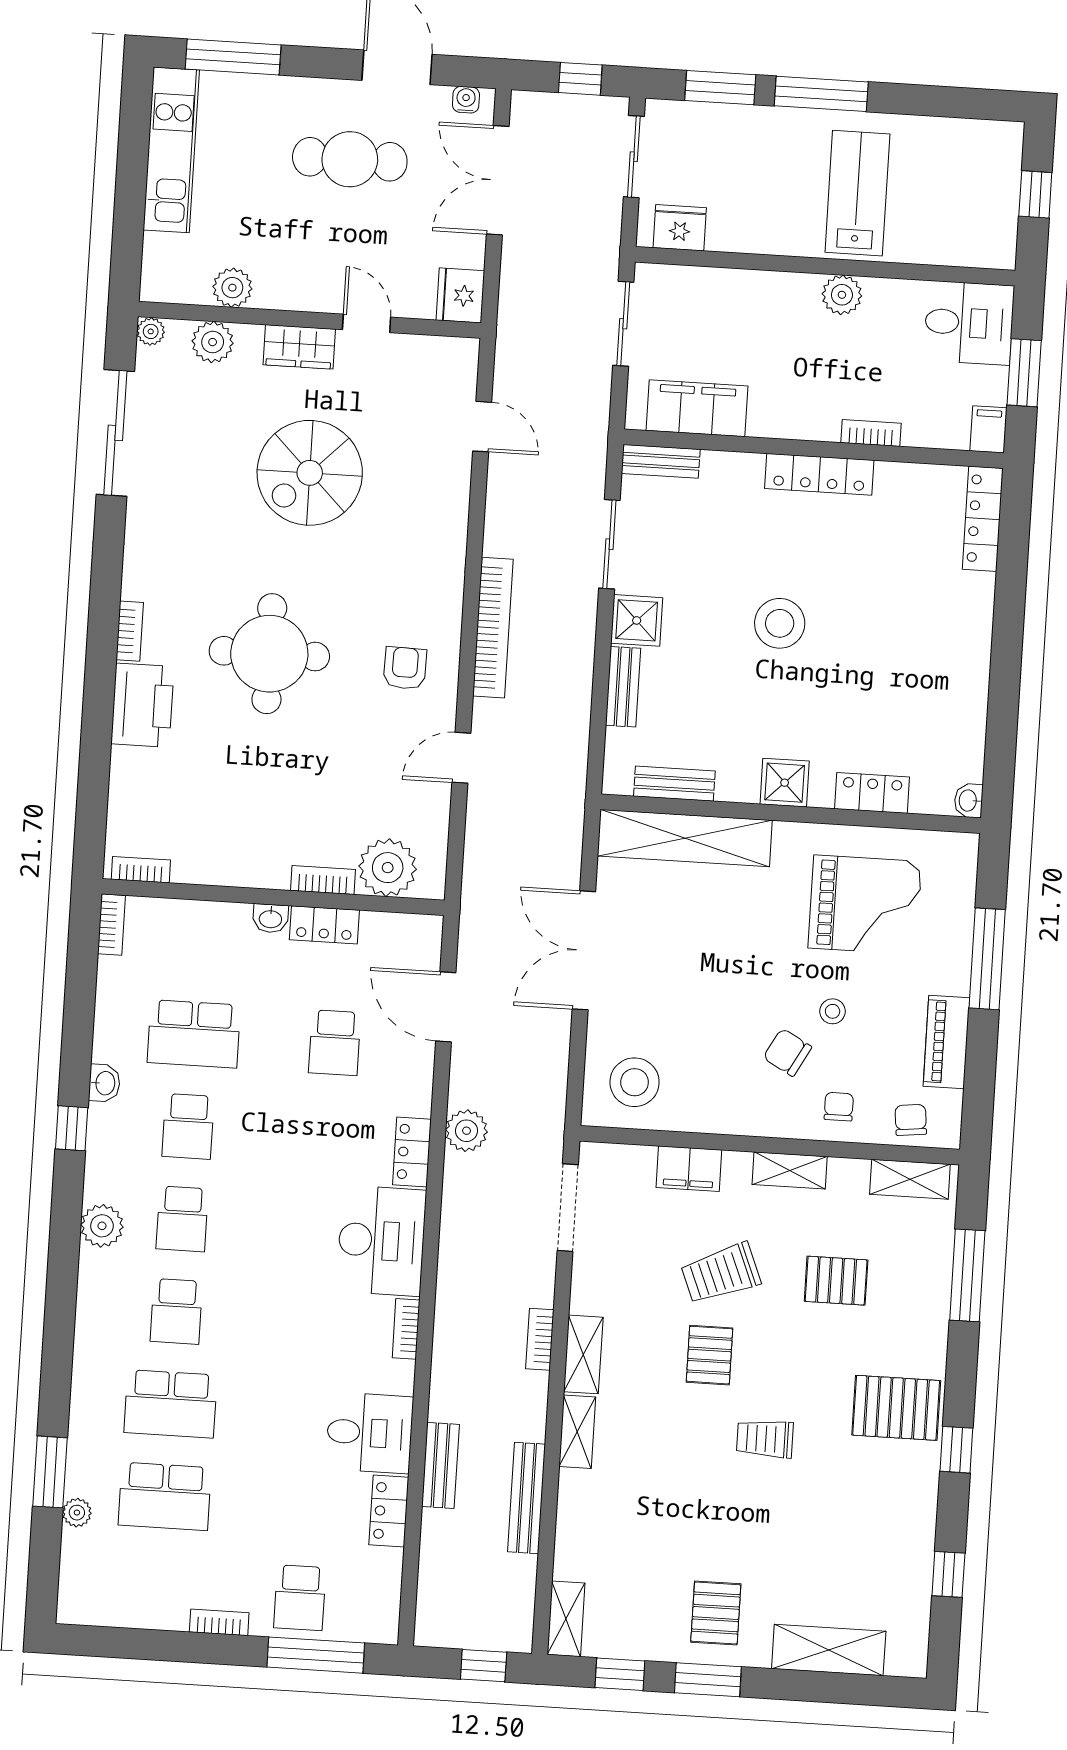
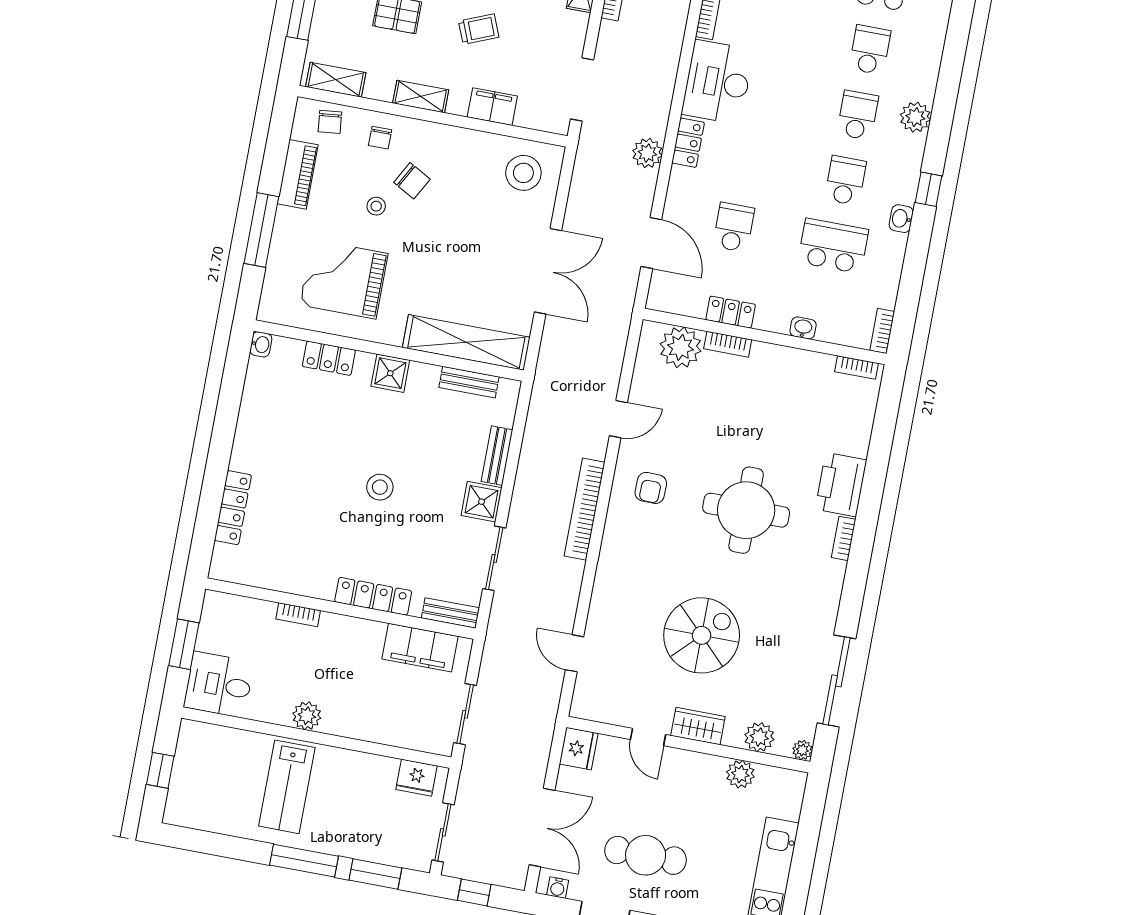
filing cabinet: (988, 429) -> (214, 607), removed
locker: (819, 474) -> (373, 596), moved
locker: (983, 519) -> (233, 508), moved
stool: (780, 623) -> (380, 487), width x0.73, depth x0.73
washbasin: (271, 918) -> (803, 328), moved
trolley: (721, 1273) -> (479, 29), width x0.73, depth x0.72

